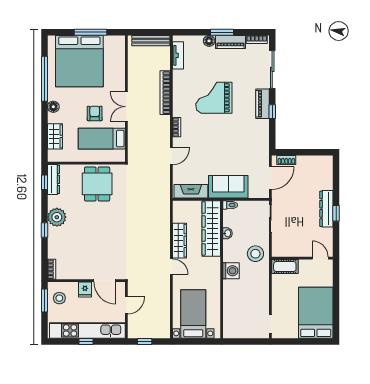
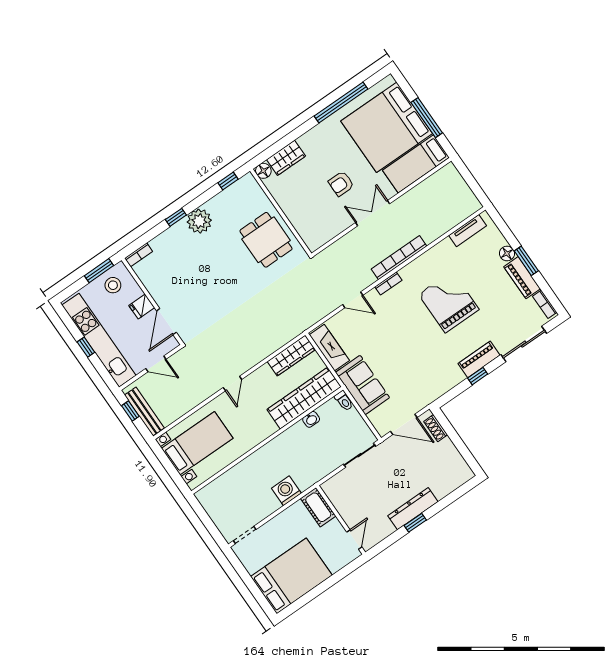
bench: (151, 41) -> (144, 412), moved
bookcase: (165, 93) -> (399, 258), moved
floor lamp: (53, 107) -> (263, 171), moved
armchair: (95, 113) -> (341, 184), turned 180
bed: (102, 139) -> (416, 164), moved, turned -90
dresser: (53, 179) -> (238, 189), removed
dining table: (97, 184) -> (266, 240), turned 90
wardrobe: (179, 241) -> (291, 356), moved
stool: (255, 254) -> (310, 465), removed
washing machine: (231, 271) -> (286, 491), moved, turned 180

